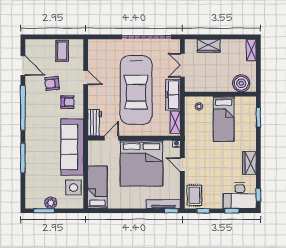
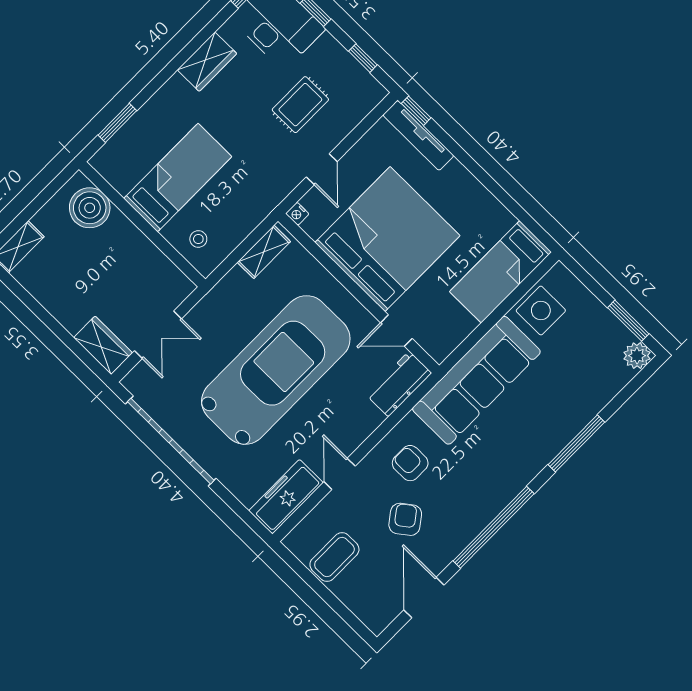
wardrobe: (209, 46) -> (103, 345), moved
armchair: (52, 84) -> (405, 519), turned -121
freezer: (173, 95) -> (286, 497), moved, turned 180
rug: (194, 195) -> (300, 105), moved
plant: (51, 203) -> (637, 356), moved

